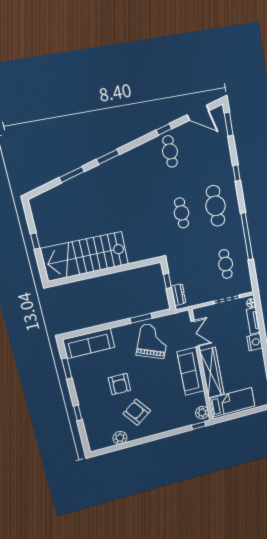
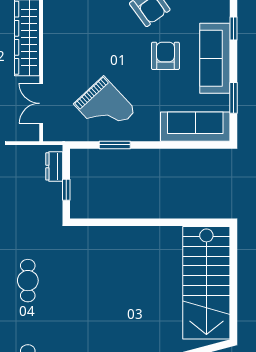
window: (35, 241) -> (233, 284), removed
stairs: (85, 256) -> (206, 283), moved, turned 90
grand piano: (153, 341) -> (105, 107), turned -65
sofa: (191, 371) -> (215, 58), moved, turned 180

